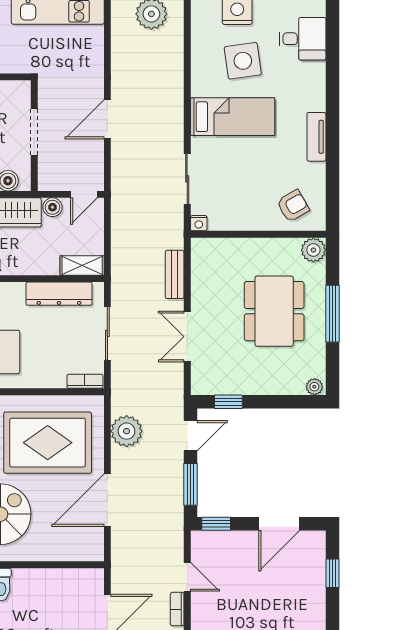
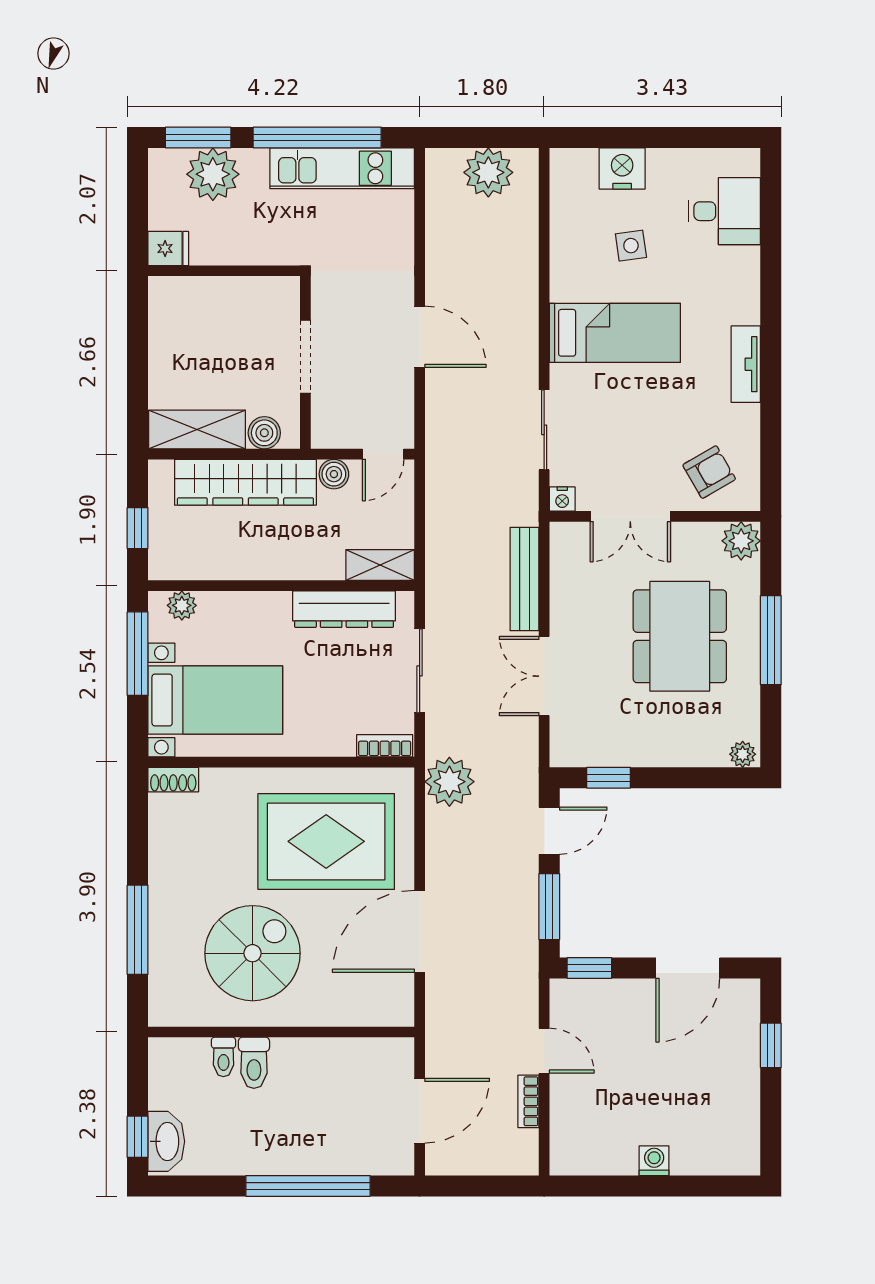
side table: (243, 61) -> (631, 246), width x0.54, depth x0.54
door: (107, 119) -> (420, 337), swing flipped
double door: (242, 234) -> (630, 516), added
bench: (175, 274) -> (524, 579), width x1.36
plant: (127, 431) -> (449, 782), moved

